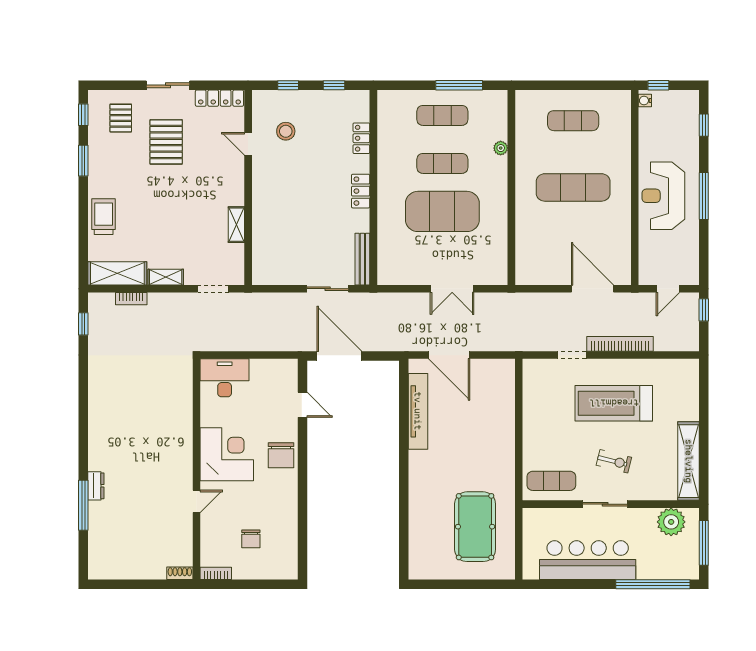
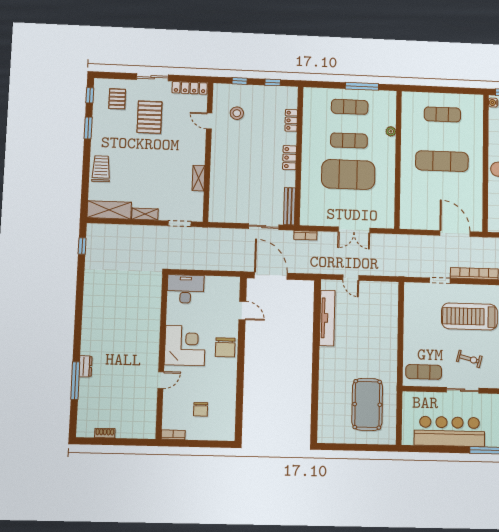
bookcase: (131, 299) -> (305, 235), moved
door: (449, 355) -> (351, 278), width x0.53
shoe rack: (180, 573) -> (105, 433), moved

